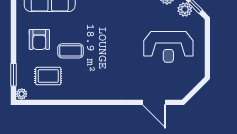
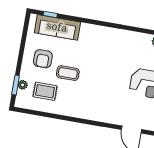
plant: (22, 94) -> (23, 85), moved

